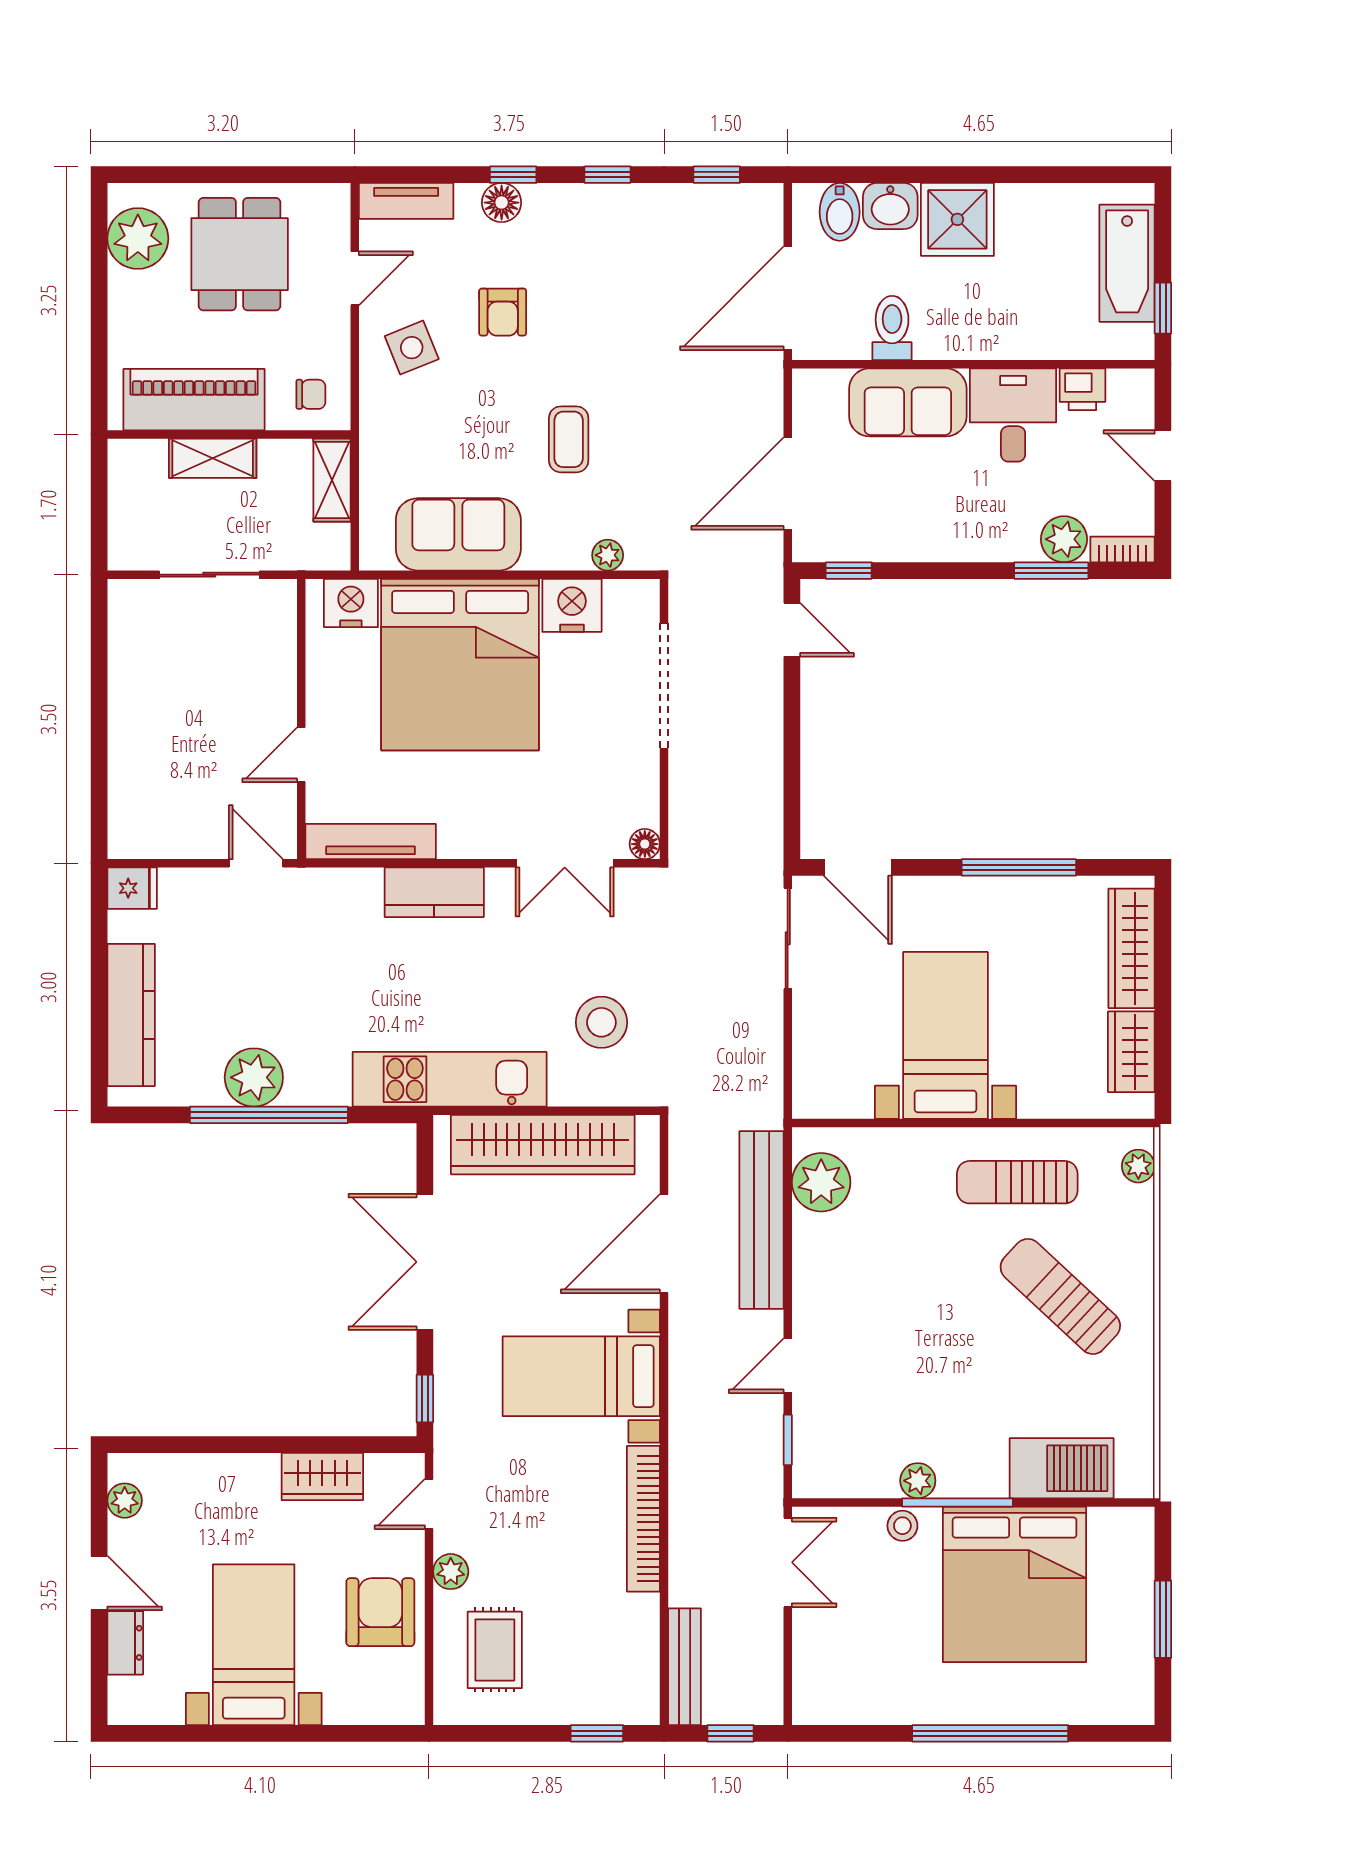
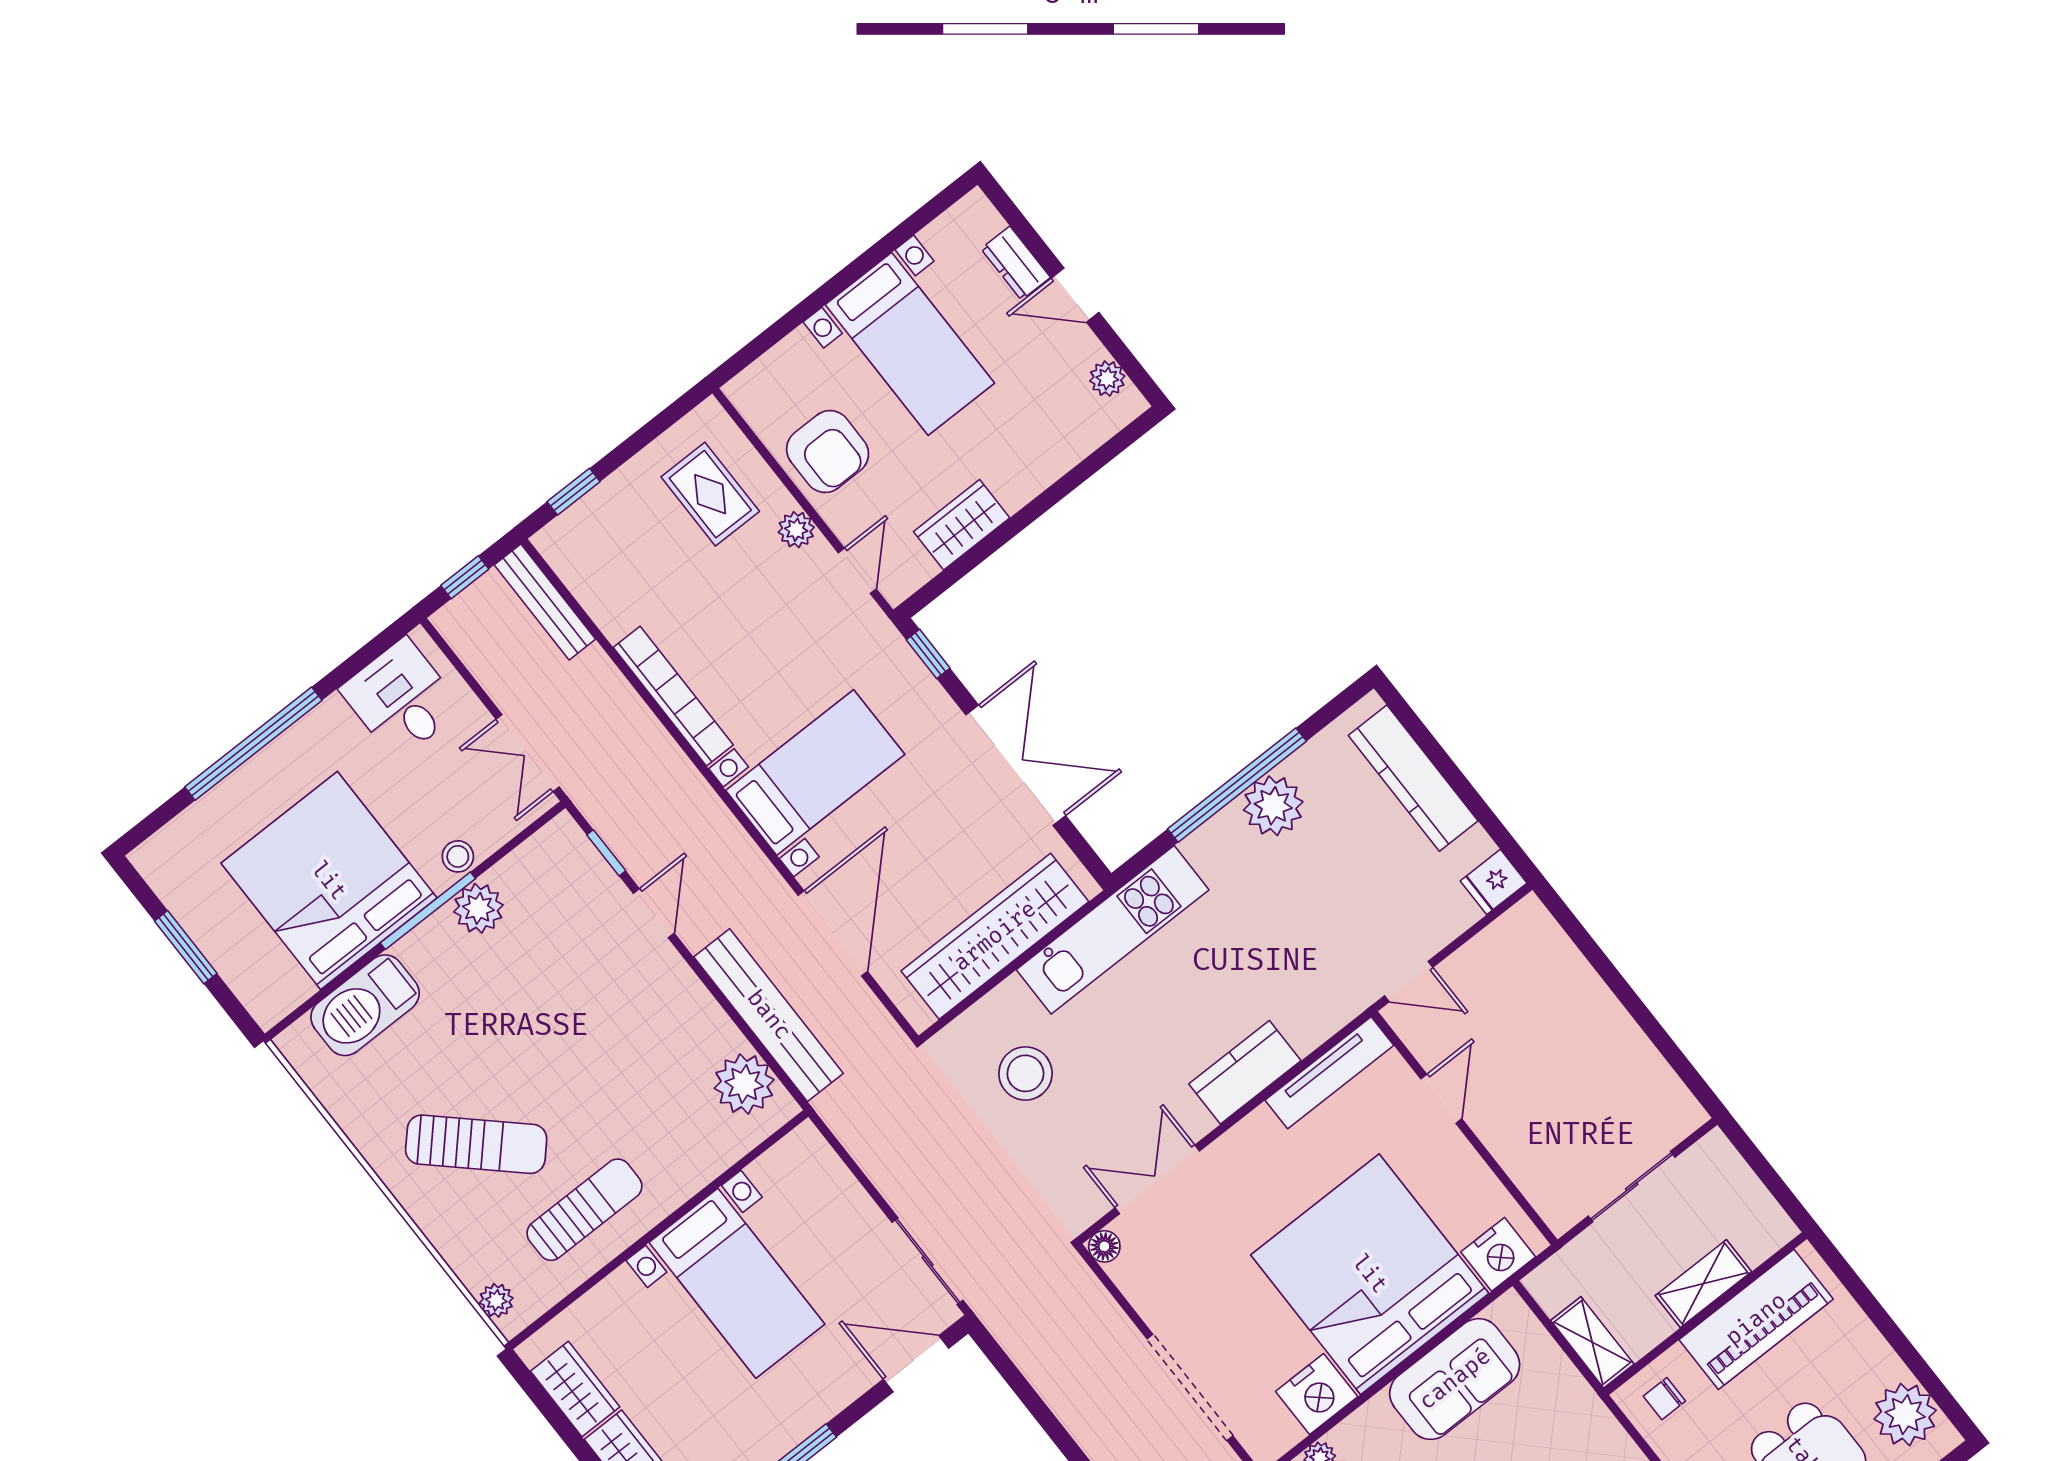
plant: (918, 1481) -> (478, 908), width x1.38, depth x1.38
desk: (851, 1679) -> (401, 699), added

